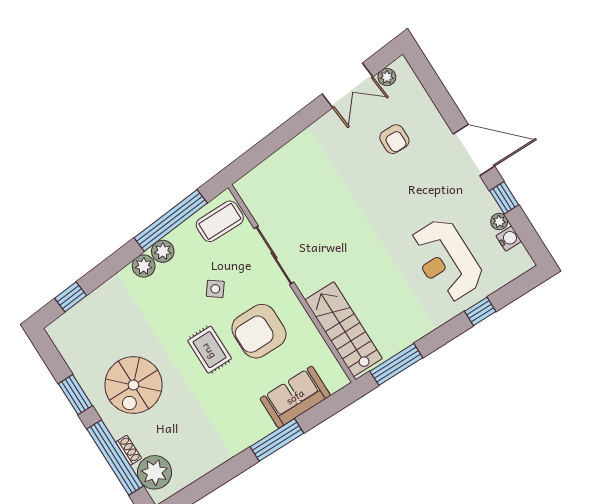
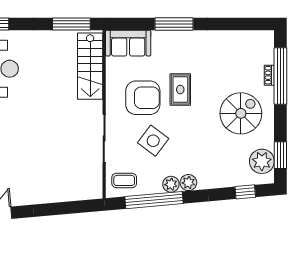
coffee table: (220, 221) -> (124, 180), width x0.73, depth x0.77
side table: (215, 289) -> (153, 141), width x1.87, depth x1.87
rug: (210, 350) -> (180, 89), moved
window: (75, 395) -> (280, 155), moved
sofa: (295, 397) -> (128, 43), moved
plant: (155, 472) -> (262, 161), moved

